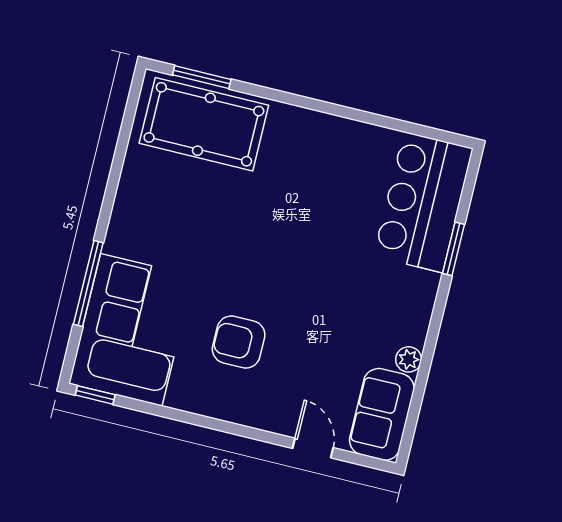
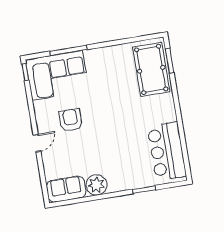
bar counter: (423, 202) -> (167, 151), moved, turned -90
plant: (409, 359) -> (96, 185), width x1.88, depth x1.88
door: (313, 448) -> (37, 143), moved

